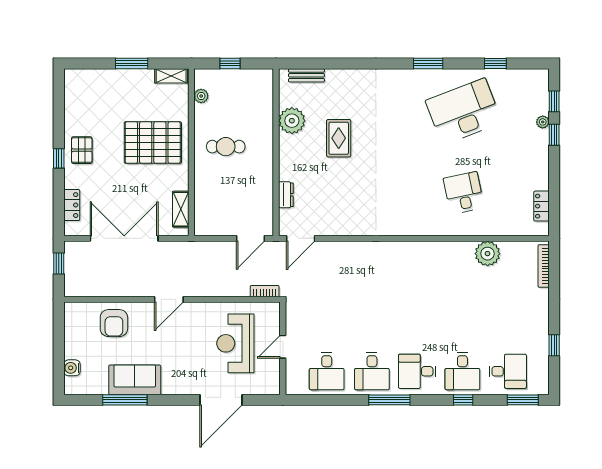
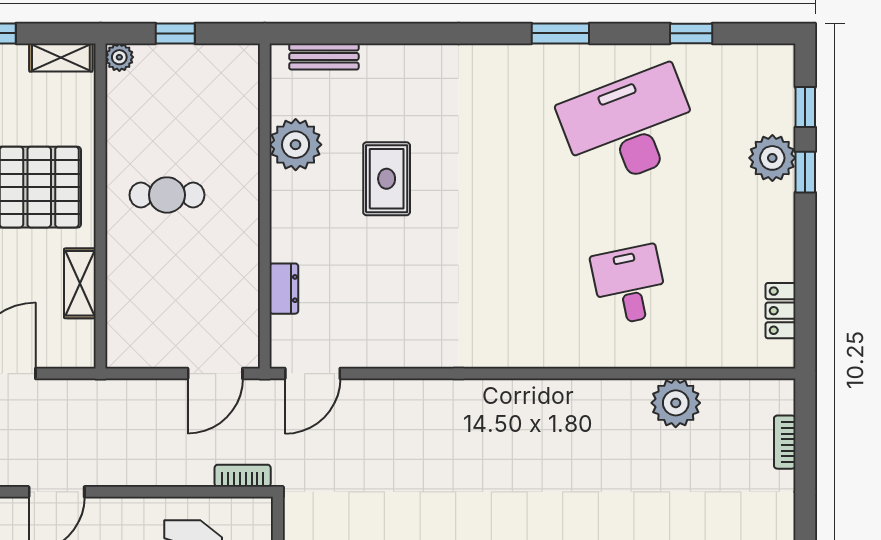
plant: (201, 96) -> (119, 57), moved
plant: (543, 122) -> (772, 158), width x1.88, depth x1.88
shelving: (181, 209) -> (80, 283), moved
bookcase: (544, 266) -> (785, 442), width x0.64

